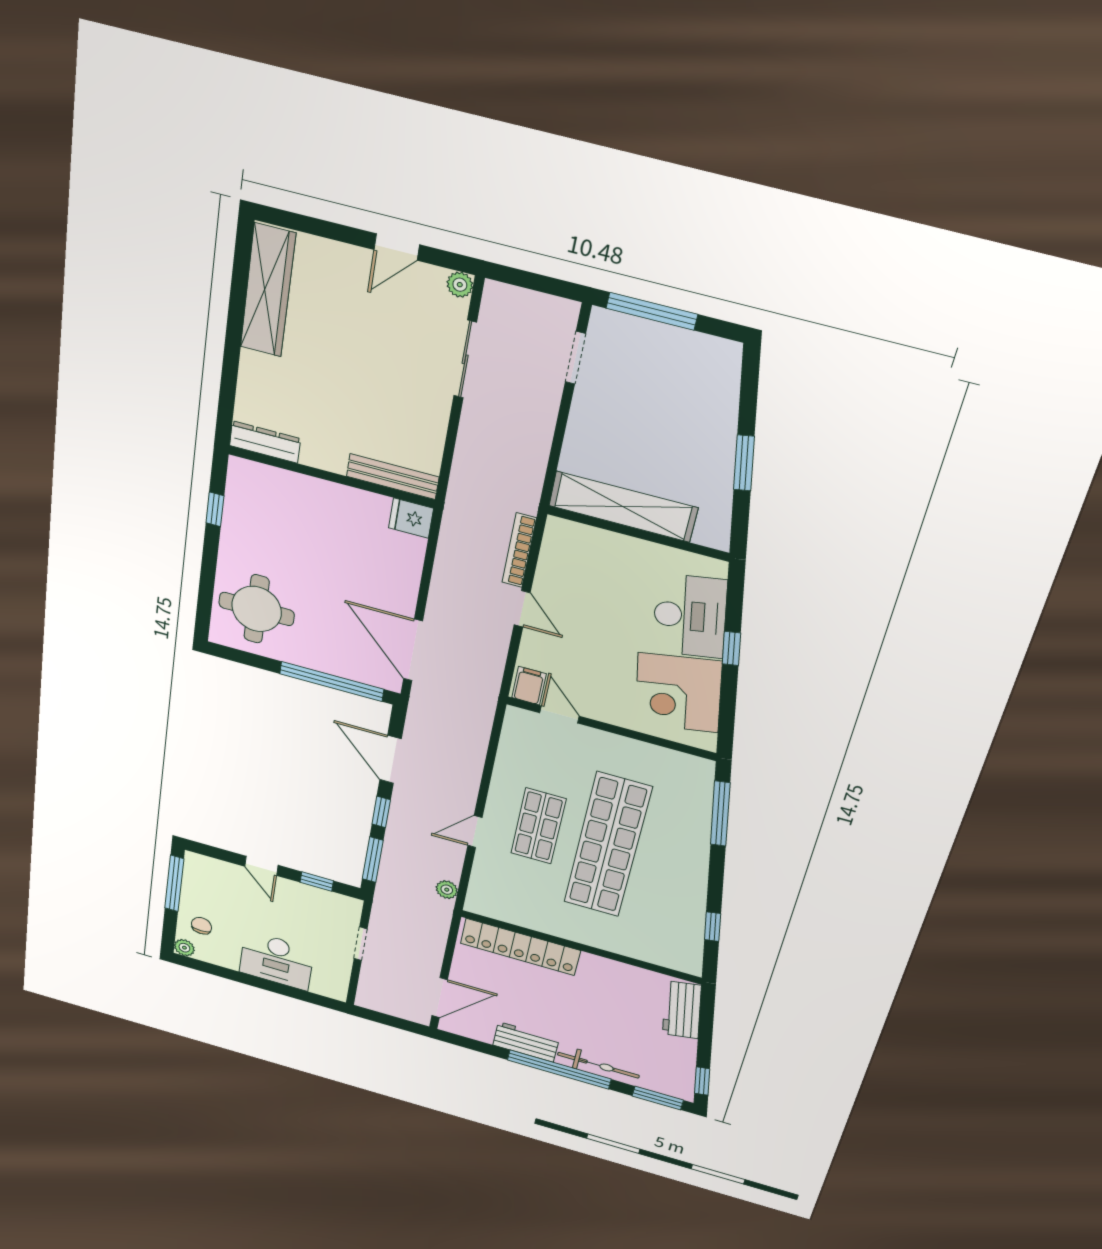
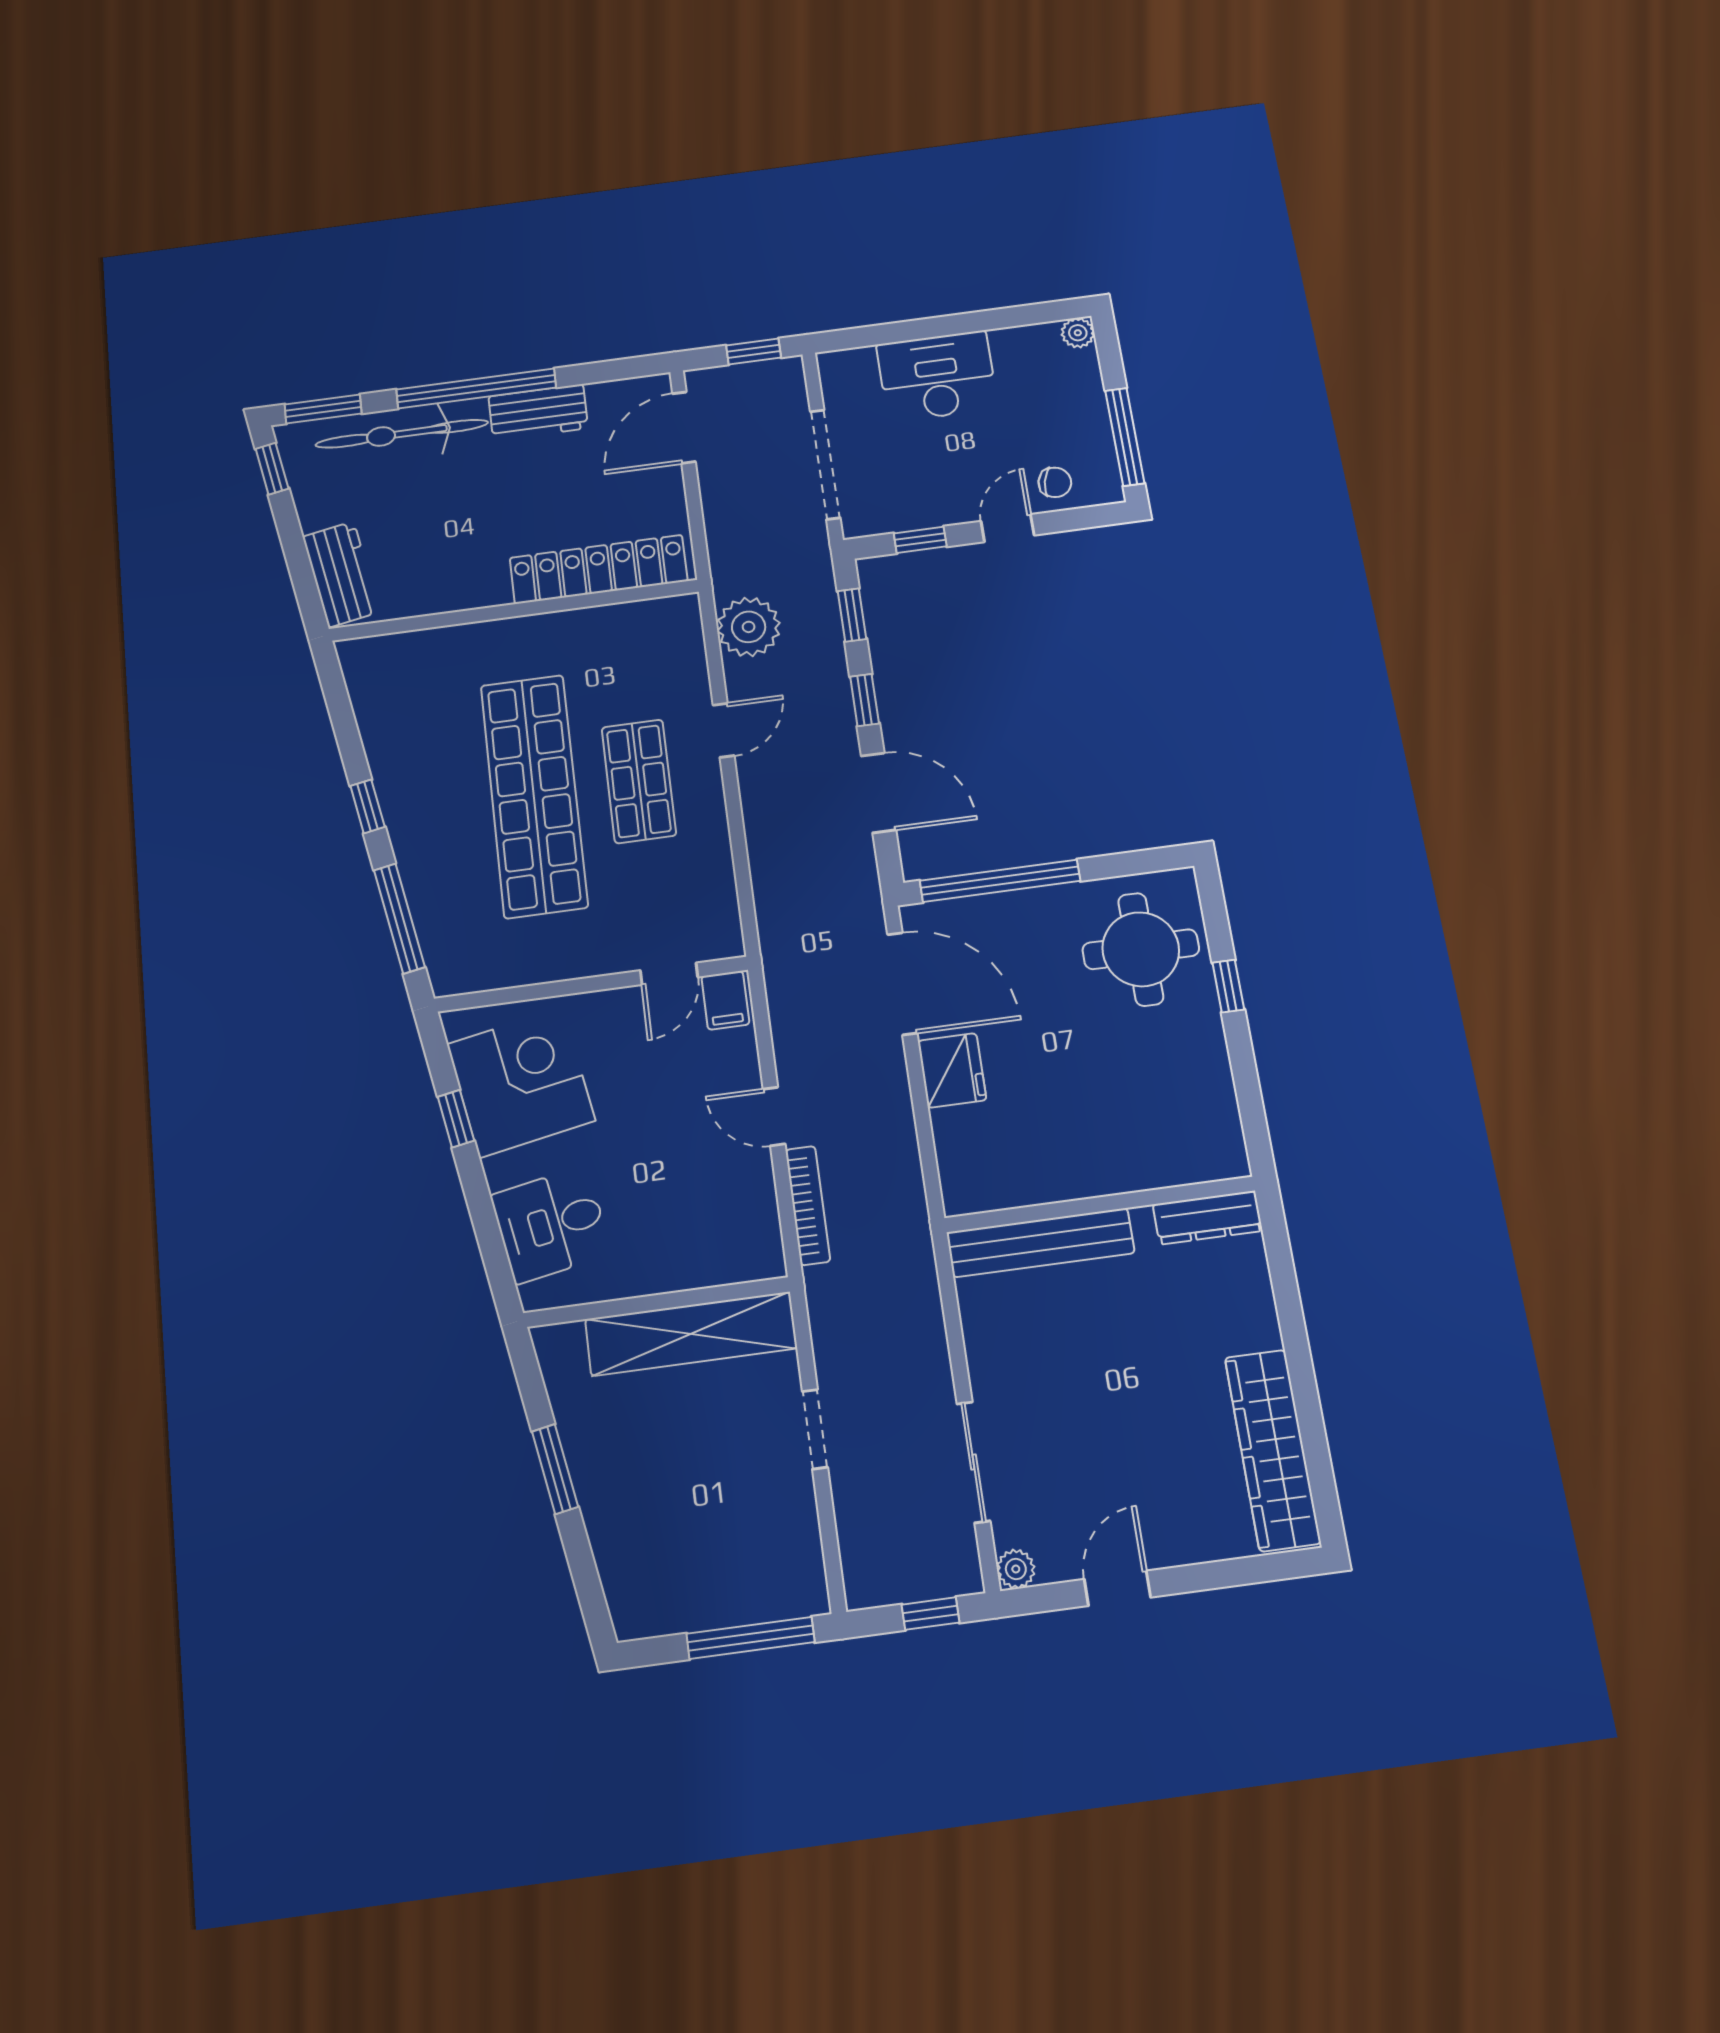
window: (526, 280) -> (931, 1614), added
doorway: (575, 358) -> (815, 1429), moved
bench: (393, 477) -> (1040, 1243), width x1.37, depth x1.21
window: (215, 509) -> (1228, 986), moved
fridge: (411, 518) -> (952, 1070), moved, width x1.38
desk: (690, 616) -> (551, 1225), width x0.73
window: (731, 648) -> (456, 1119), moved
door: (559, 715) -> (669, 974), hinge flipped
window: (373, 860) -> (852, 615), width x0.67
door: (261, 866) -> (1008, 528), hinge flipped
plant: (447, 890) -> (749, 627), width x1.87, depth x1.87
chair: (201, 926) -> (1055, 482), moved, turned -77
window: (713, 927) -> (368, 806), moved
doorway: (361, 944) -> (825, 464), width x1.88
window: (383, 1019) -> (754, 351), added
bicycle: (598, 1065) -> (402, 434), width x1.37, depth x1.40

